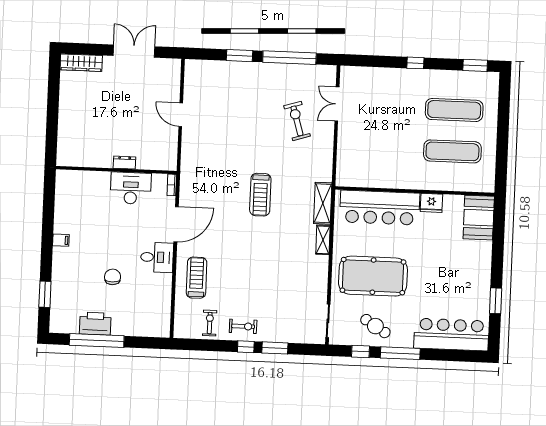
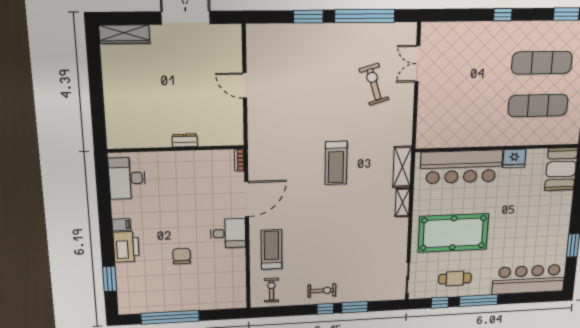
desk: (131, 188) -> (127, 178), moved, turned -90
exercise bike: (210, 323) -> (271, 290), moved
printer: (95, 324) -> (126, 247), moved, turned 90
cafe table: (375, 326) -> (455, 279), turned -32

